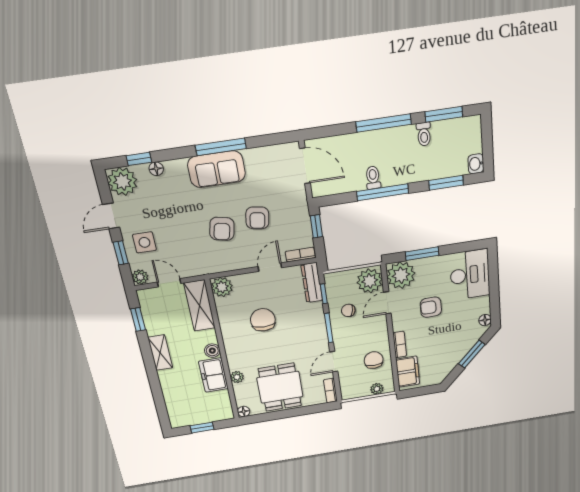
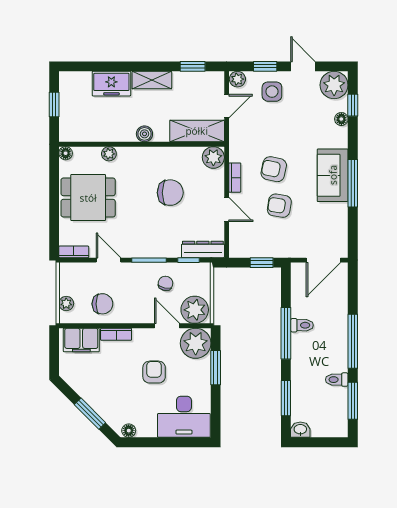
bookcase: (300, 255) -> (235, 178), moved
freezer: (213, 375) -> (111, 84), moved, turned 180

